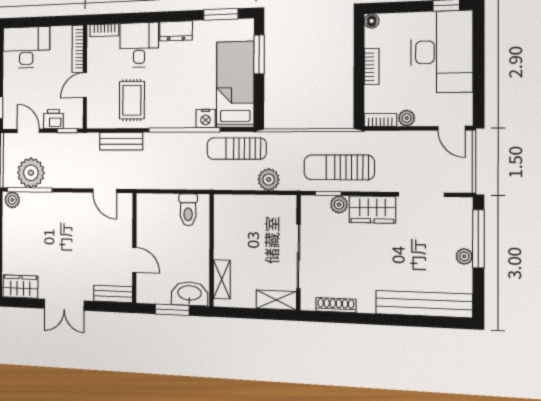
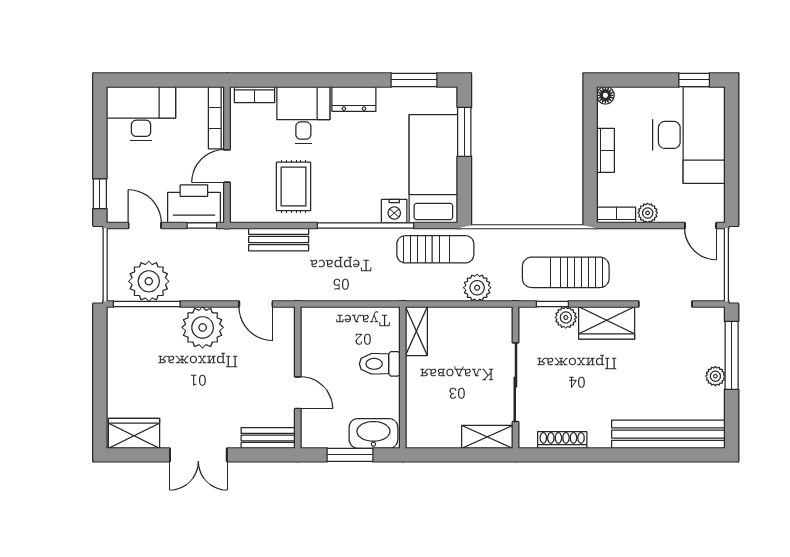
printer: (53, 119) -> (194, 204), width x1.87, depth x1.48
sun lounger: (237, 149) -> (435, 249), turned 180
plant: (12, 200) -> (203, 327), moved, width x1.87, depth x1.87
toilet: (188, 210) -> (380, 364), moved, turned 90
shelving: (222, 279) -> (416, 331), moved

